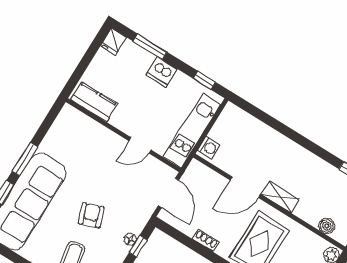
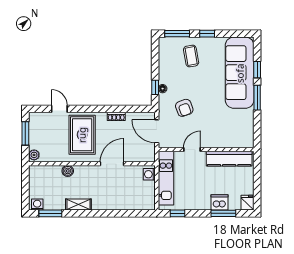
dishwasher: (162, 72) -> (219, 202), moved
kitchen counter: (94, 102) -> (229, 159), width x1.50
shelving: (280, 197) -> (78, 204), moved
armchair: (91, 215) -> (184, 108), moved
boiler: (327, 226) -> (68, 171), moved

